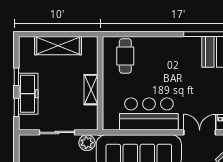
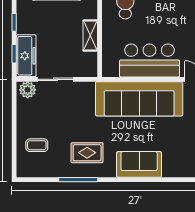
freezer: (28, 94) -> (26, 56), moved
plant: (87, 143) -> (28, 90), moved

